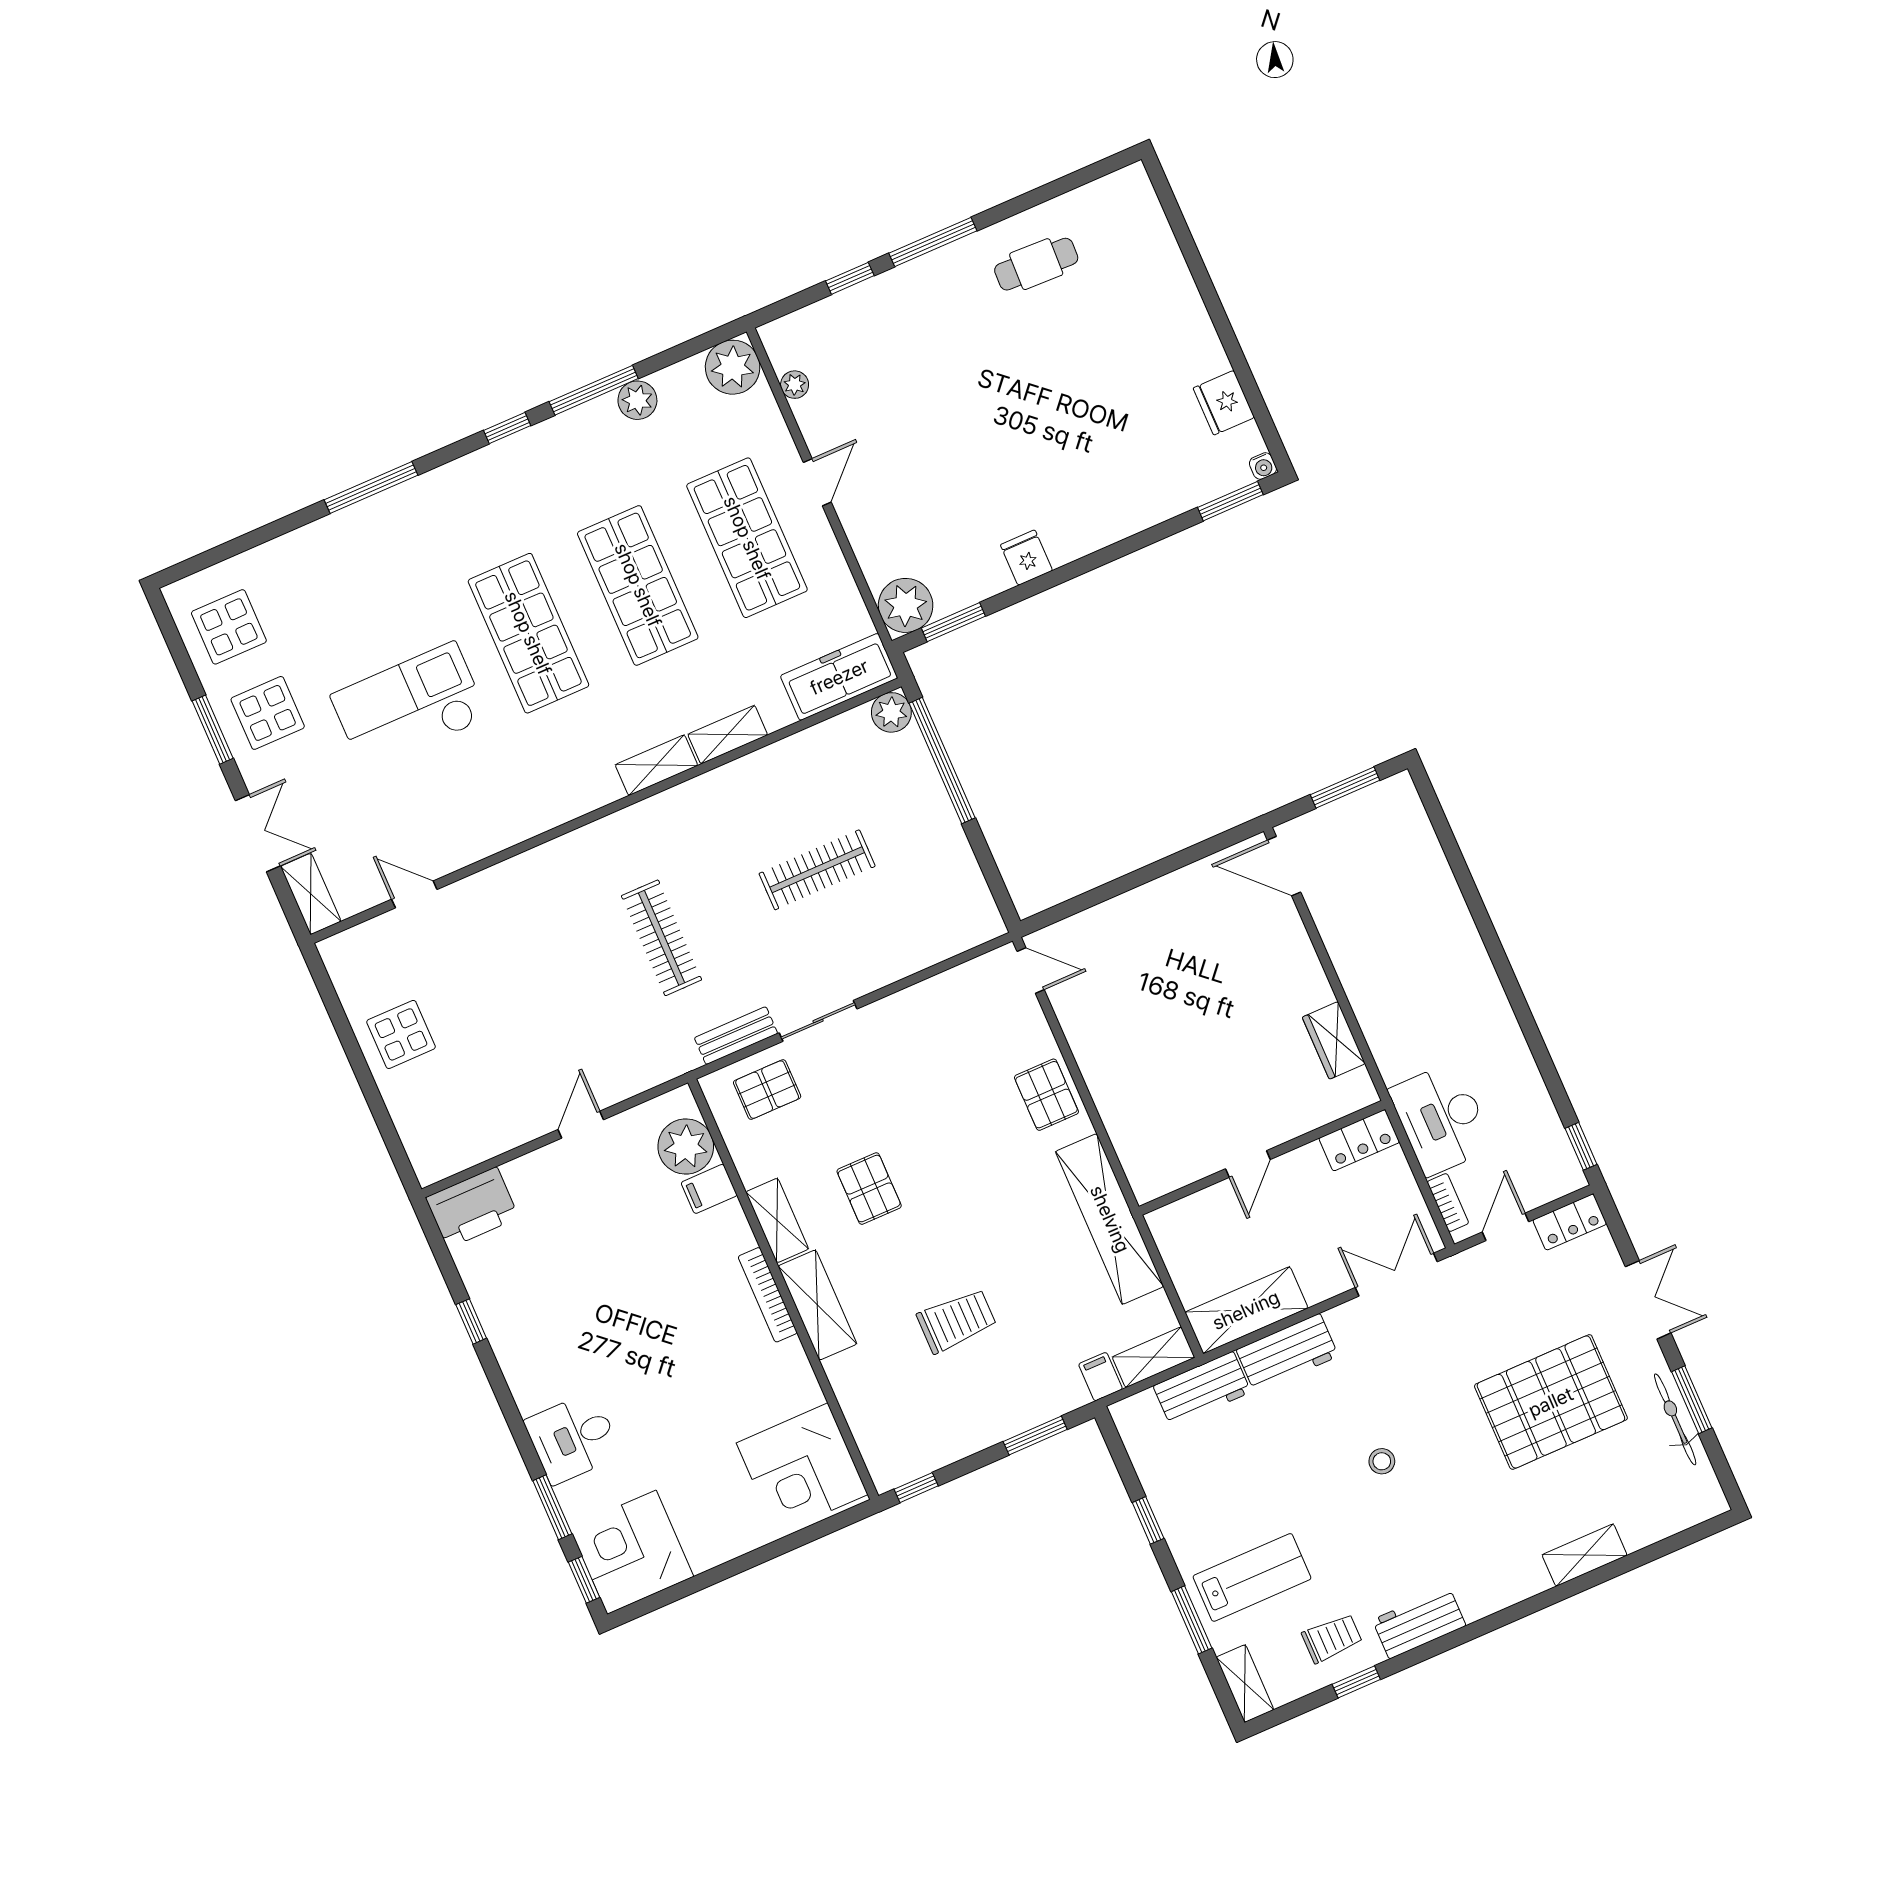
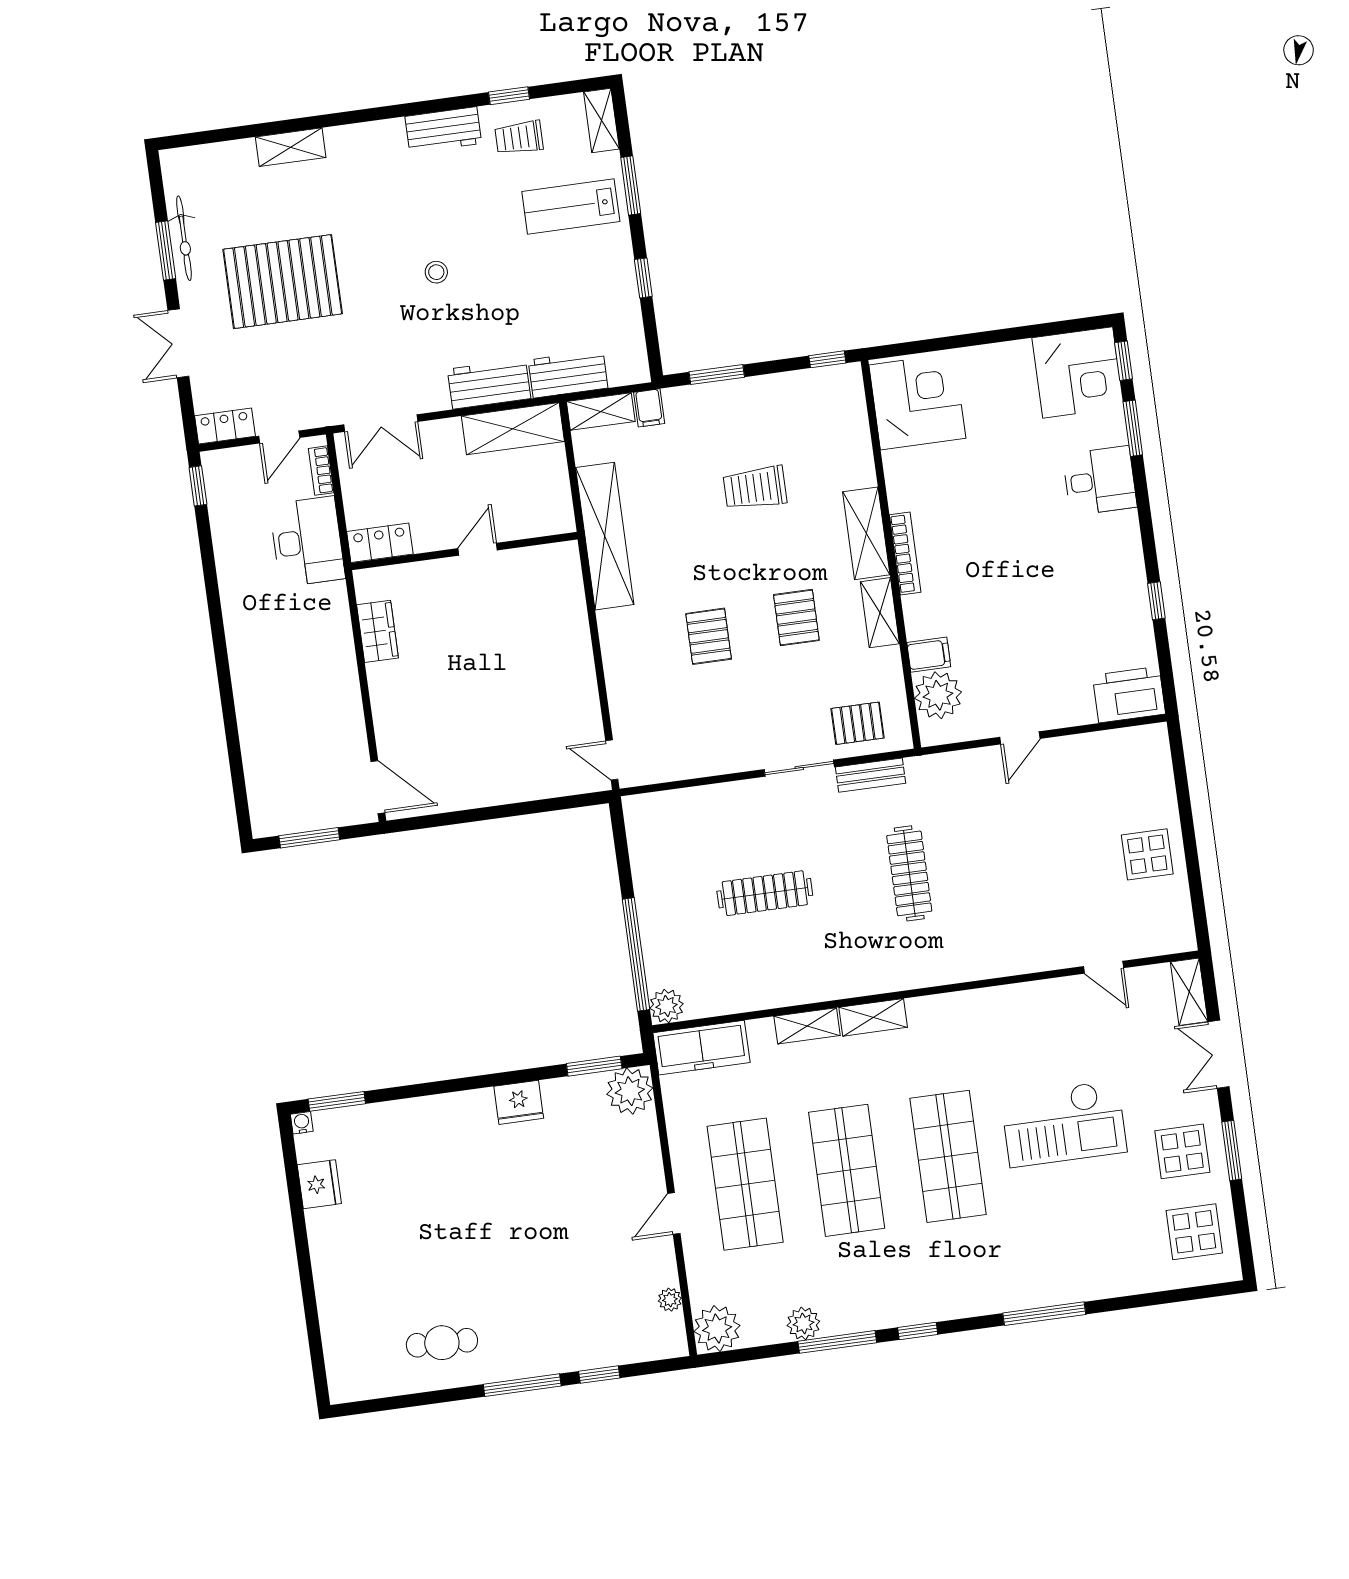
fridge: (1026, 558) -> (519, 1102), width x1.38
pallet: (1046, 1095) -> (709, 636), moved

